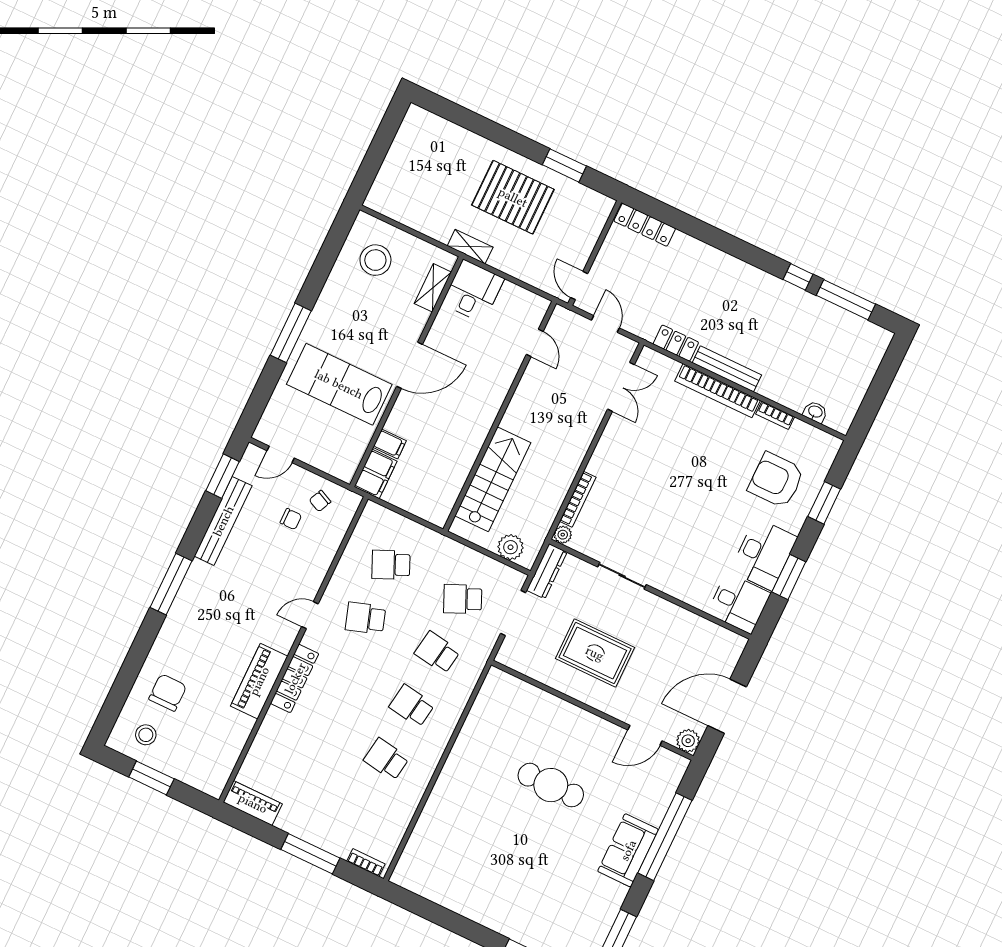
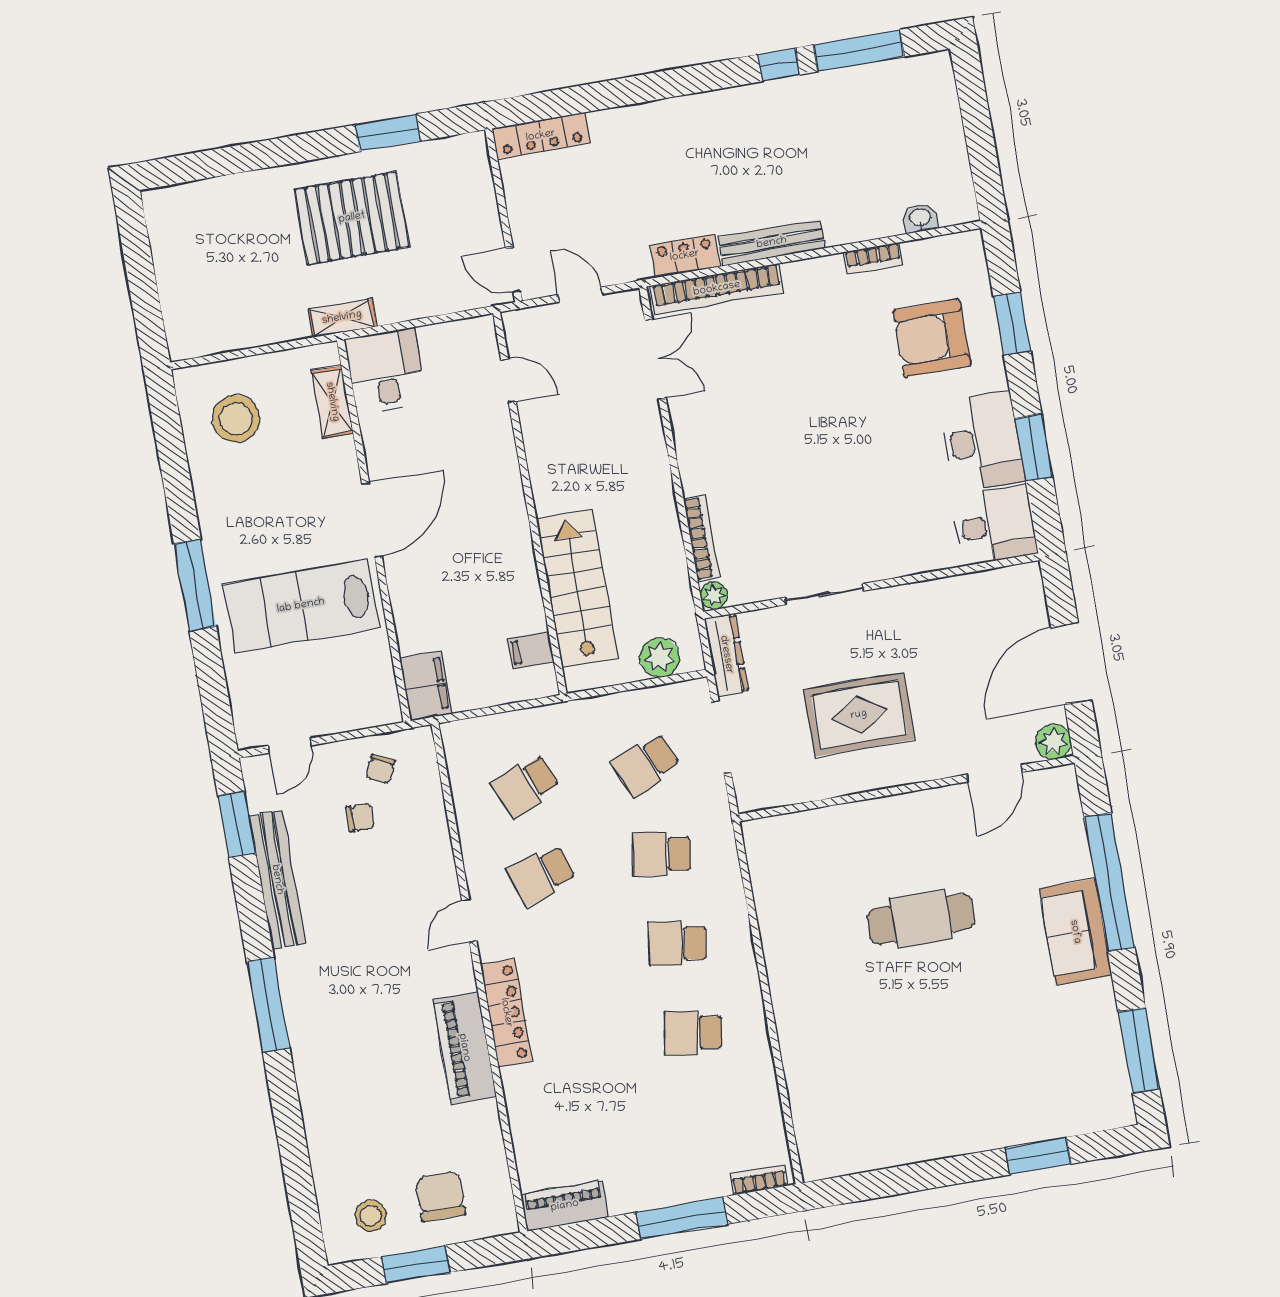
bookcase: (718, 391) -> (717, 289), moved
filing cabinet: (390, 444) -> (531, 650), moved, turned 180
chair: (168, 693) -> (440, 1196), moved

